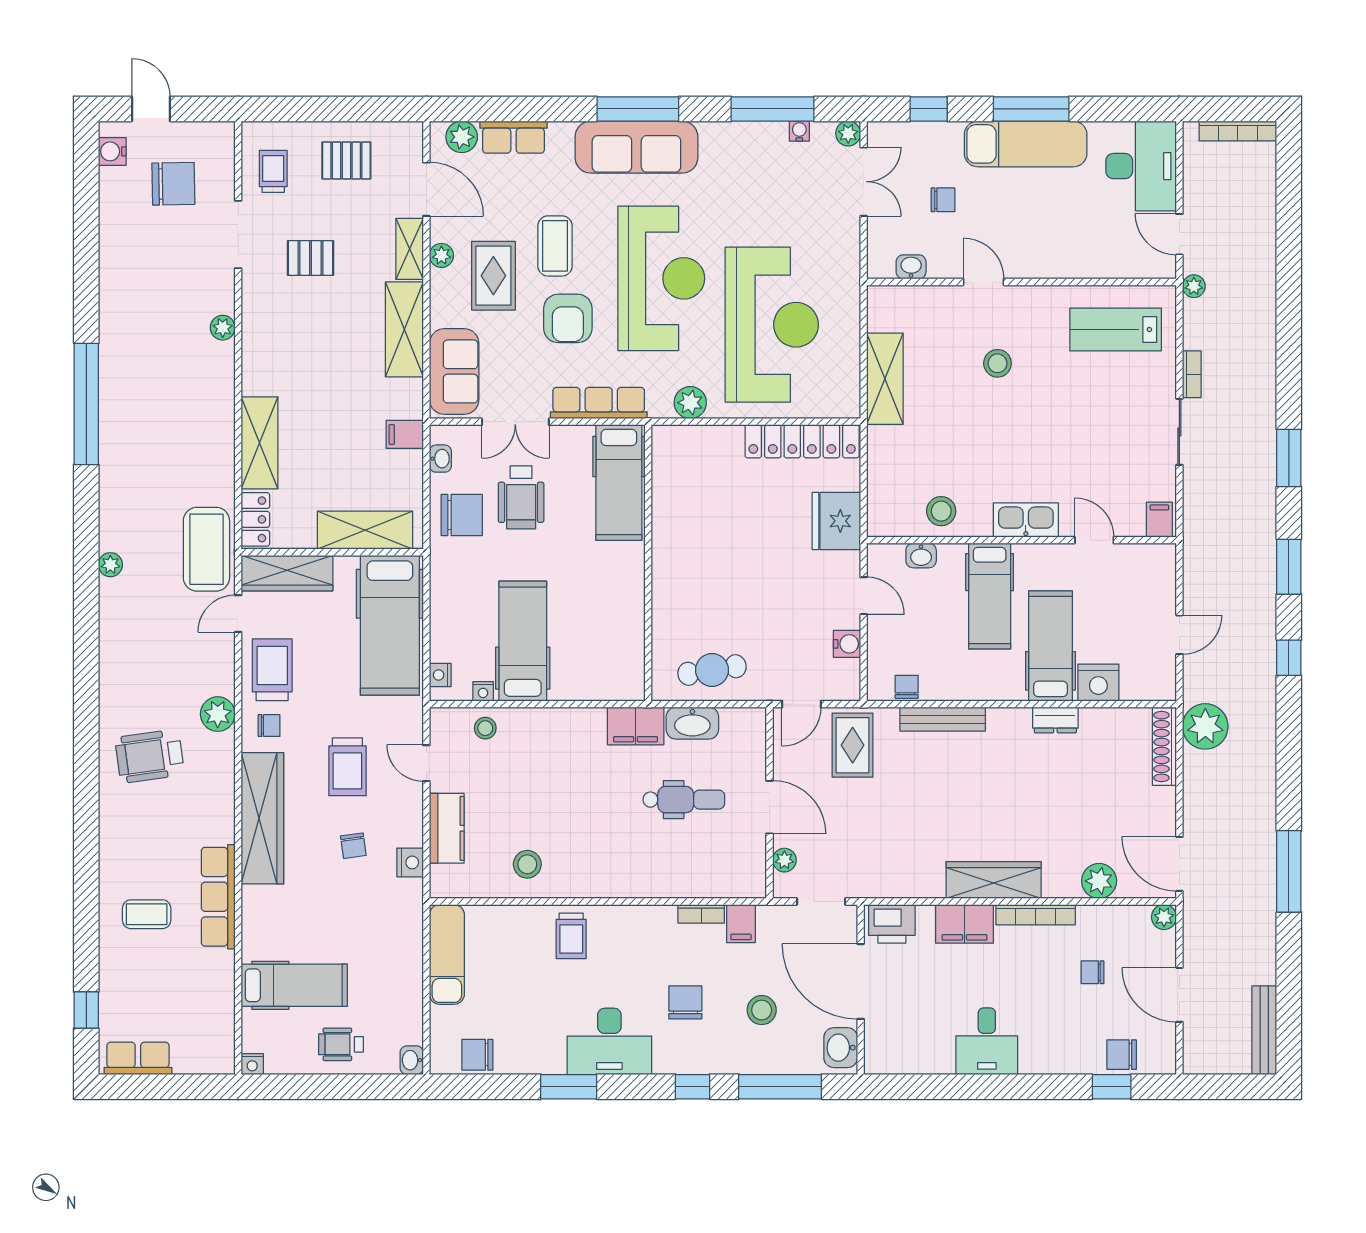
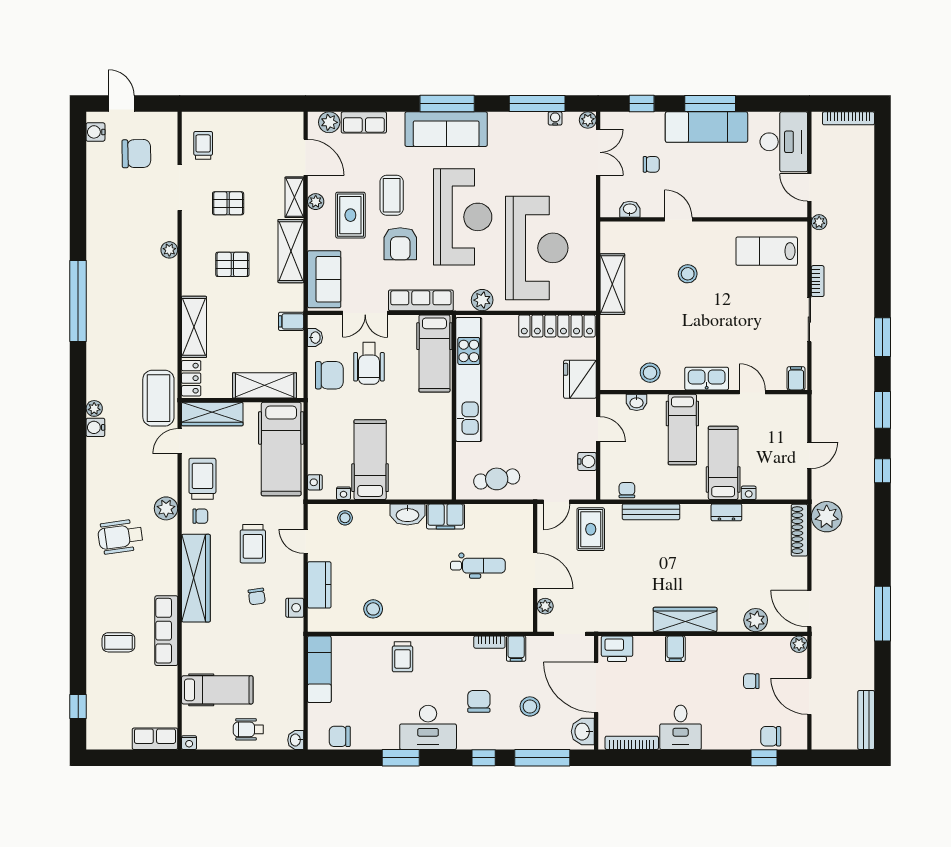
pallet: (346, 161) -> (232, 264), moved
kitchen unit: (670, 521) -> (469, 380), added
water cooler: (112, 593) -> (95, 427), added
nightstand: (1098, 683) -> (749, 493), width x0.53, depth x0.56
washbasin: (692, 723) -> (407, 514), moved
bookcase: (1036, 915) -> (632, 743), moved, turned 180
filing cabinet: (965, 924) -> (675, 649), width x0.50
row of seats: (138, 1058) -> (155, 739), moved

